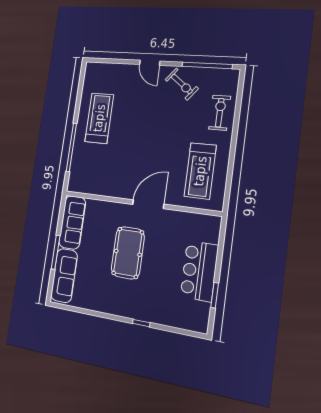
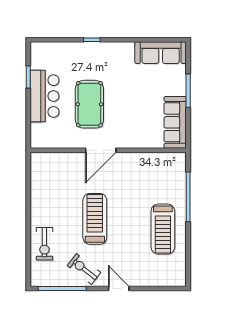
treadmill: (200, 171) -> (95, 219), moved
pool table: (128, 253) -> (89, 104), moved
sofa: (64, 276) -> (161, 53), moved, turned -90

